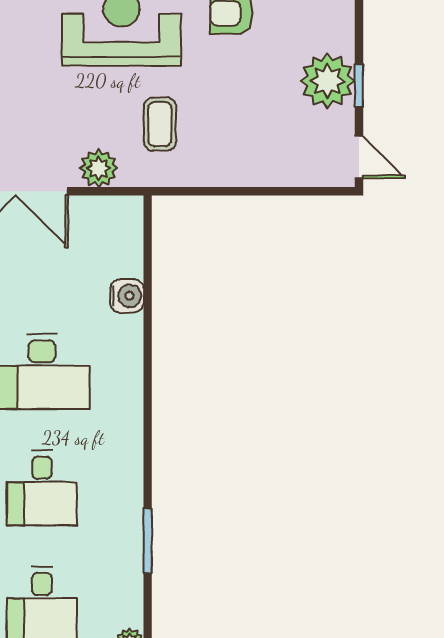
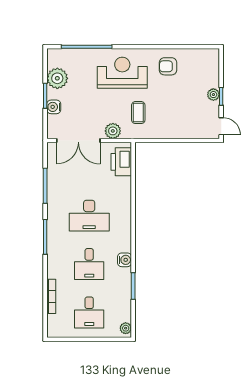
plant: (327, 81) -> (213, 95), width x0.53, depth x0.53
printer: (119, 243) -> (121, 162), added
water cooler: (127, 296) -> (125, 260), moved

